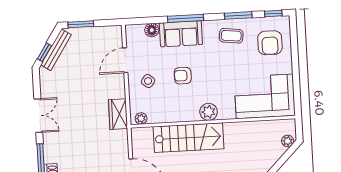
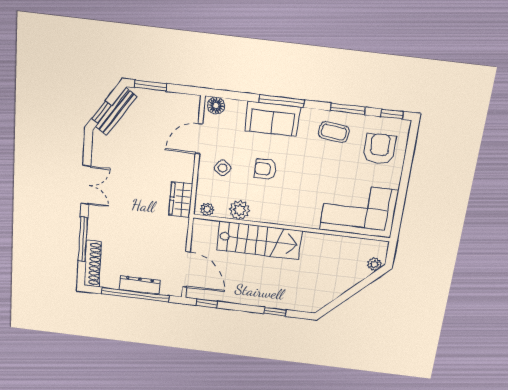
floor lamp: (152, 30) -> (216, 106), moved
armchair: (270, 43) -> (380, 149), turned 180
plant: (209, 112) -> (239, 210), moved

